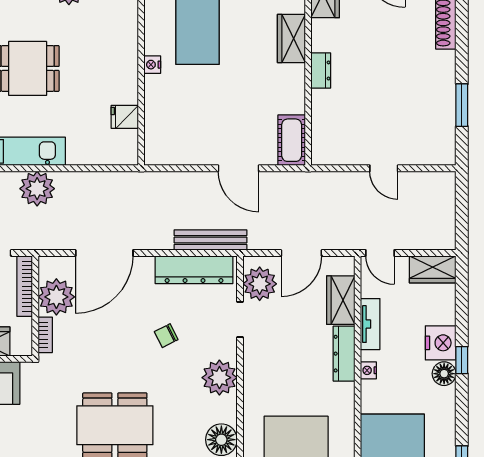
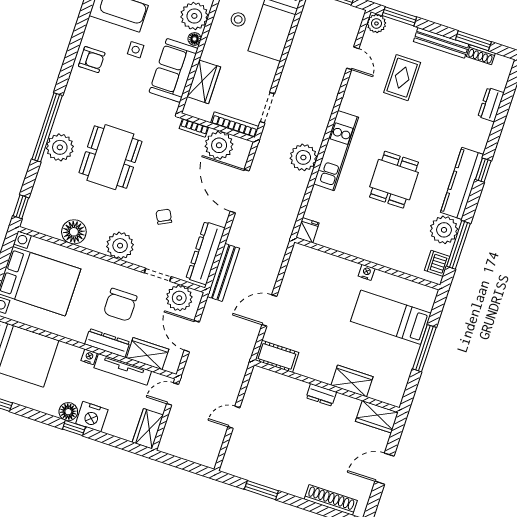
fridge: (125, 117) -> (307, 230), moved
tv unit: (370, 324) -> (123, 369), width x1.41
chair: (292, 353) -> (120, 305), added

